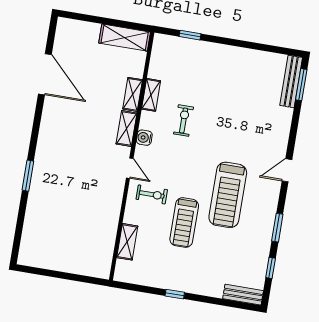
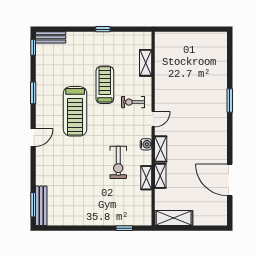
exercise bike: (184, 121) -> (118, 162), width x1.38, depth x1.39
door: (130, 168) -> (153, 119), swing flipped
treadmill: (228, 195) -> (75, 111), turned 180
window: (271, 268) -> (33, 47), moved

